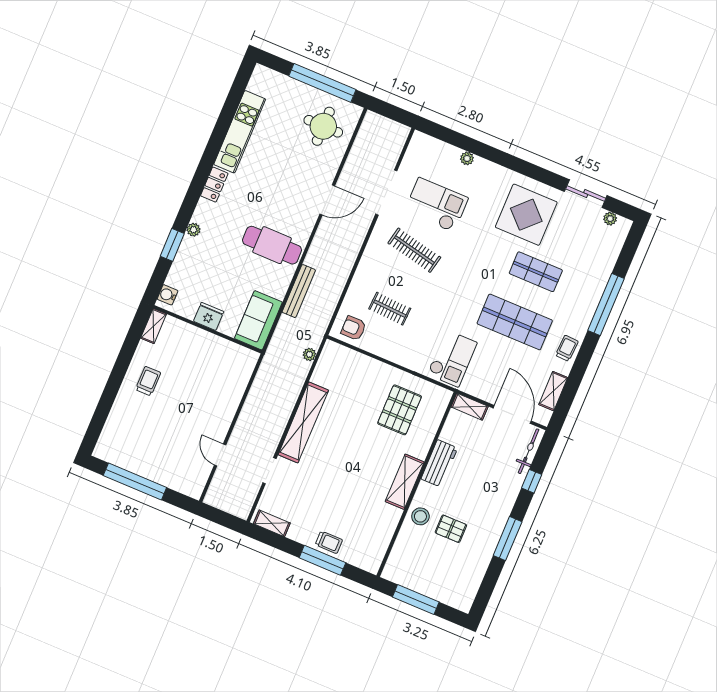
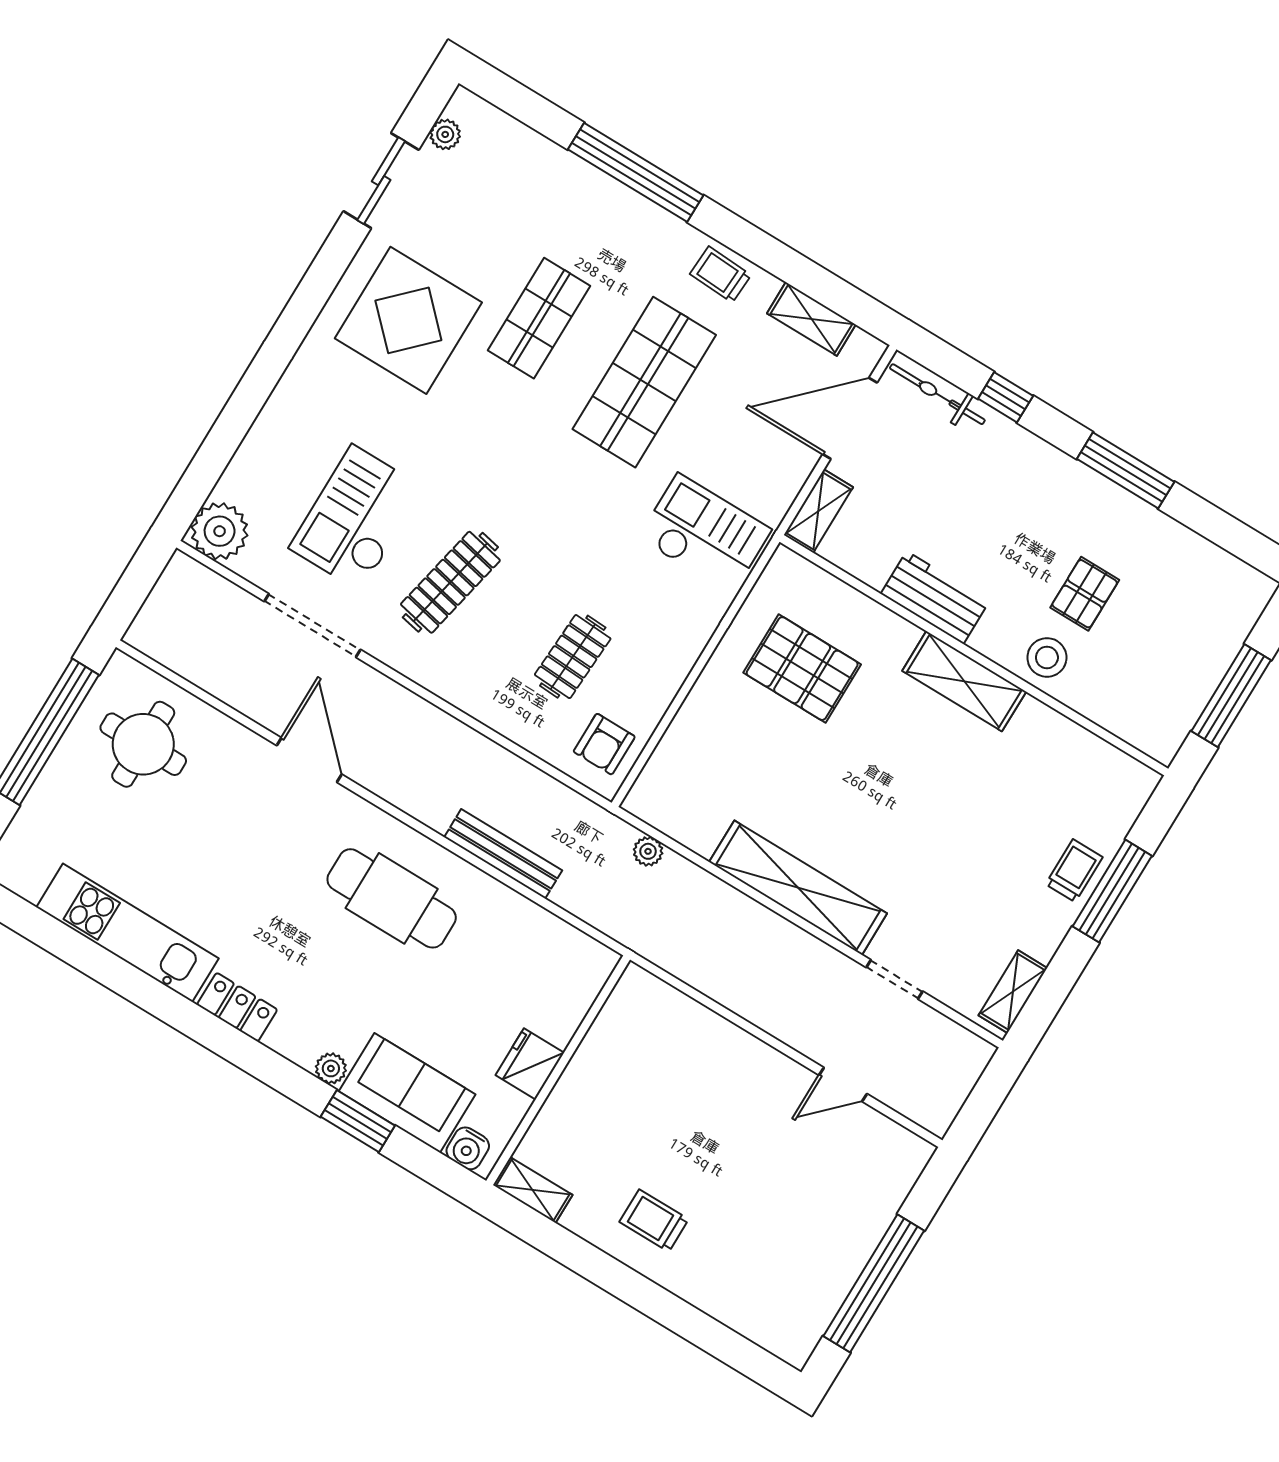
plant: (467, 158) -> (220, 531), moved, width x1.87, depth x1.87
cafe table: (272, 245) -> (392, 898), turned 90
sofa: (258, 320) -> (407, 1093), moved, turned 180

